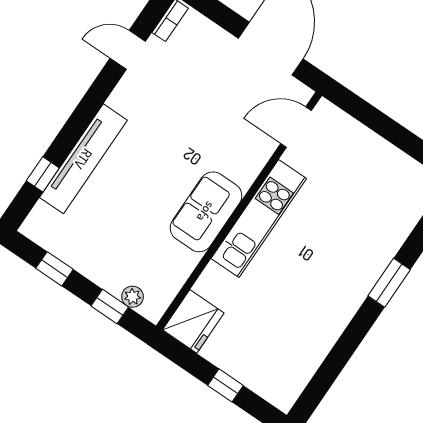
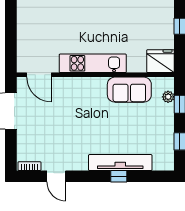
window: (43, 174) -> (119, 176), moved
sofa: (206, 212) -> (129, 90), moved

